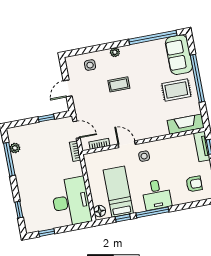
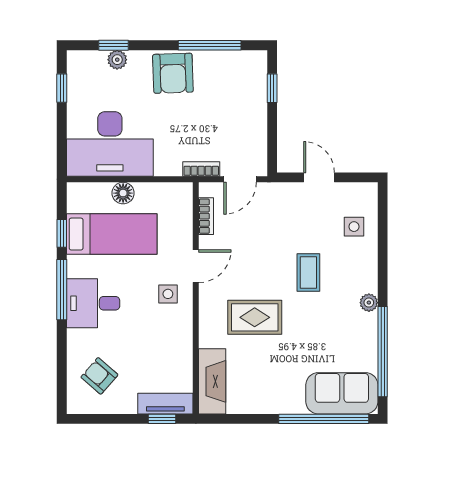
plant: (115, 52) -> (369, 303), moved
window: (197, 78) -> (324, 419), moved
rug: (176, 90) -> (255, 317), moved, turned 90
window: (46, 118) -> (272, 88), moved
plant: (15, 148) -> (117, 60), moved
armchair: (28, 176) -> (173, 73), added
armchair: (194, 184) -> (99, 376), turned 131
floor lamp: (100, 211) -> (123, 193), moved

